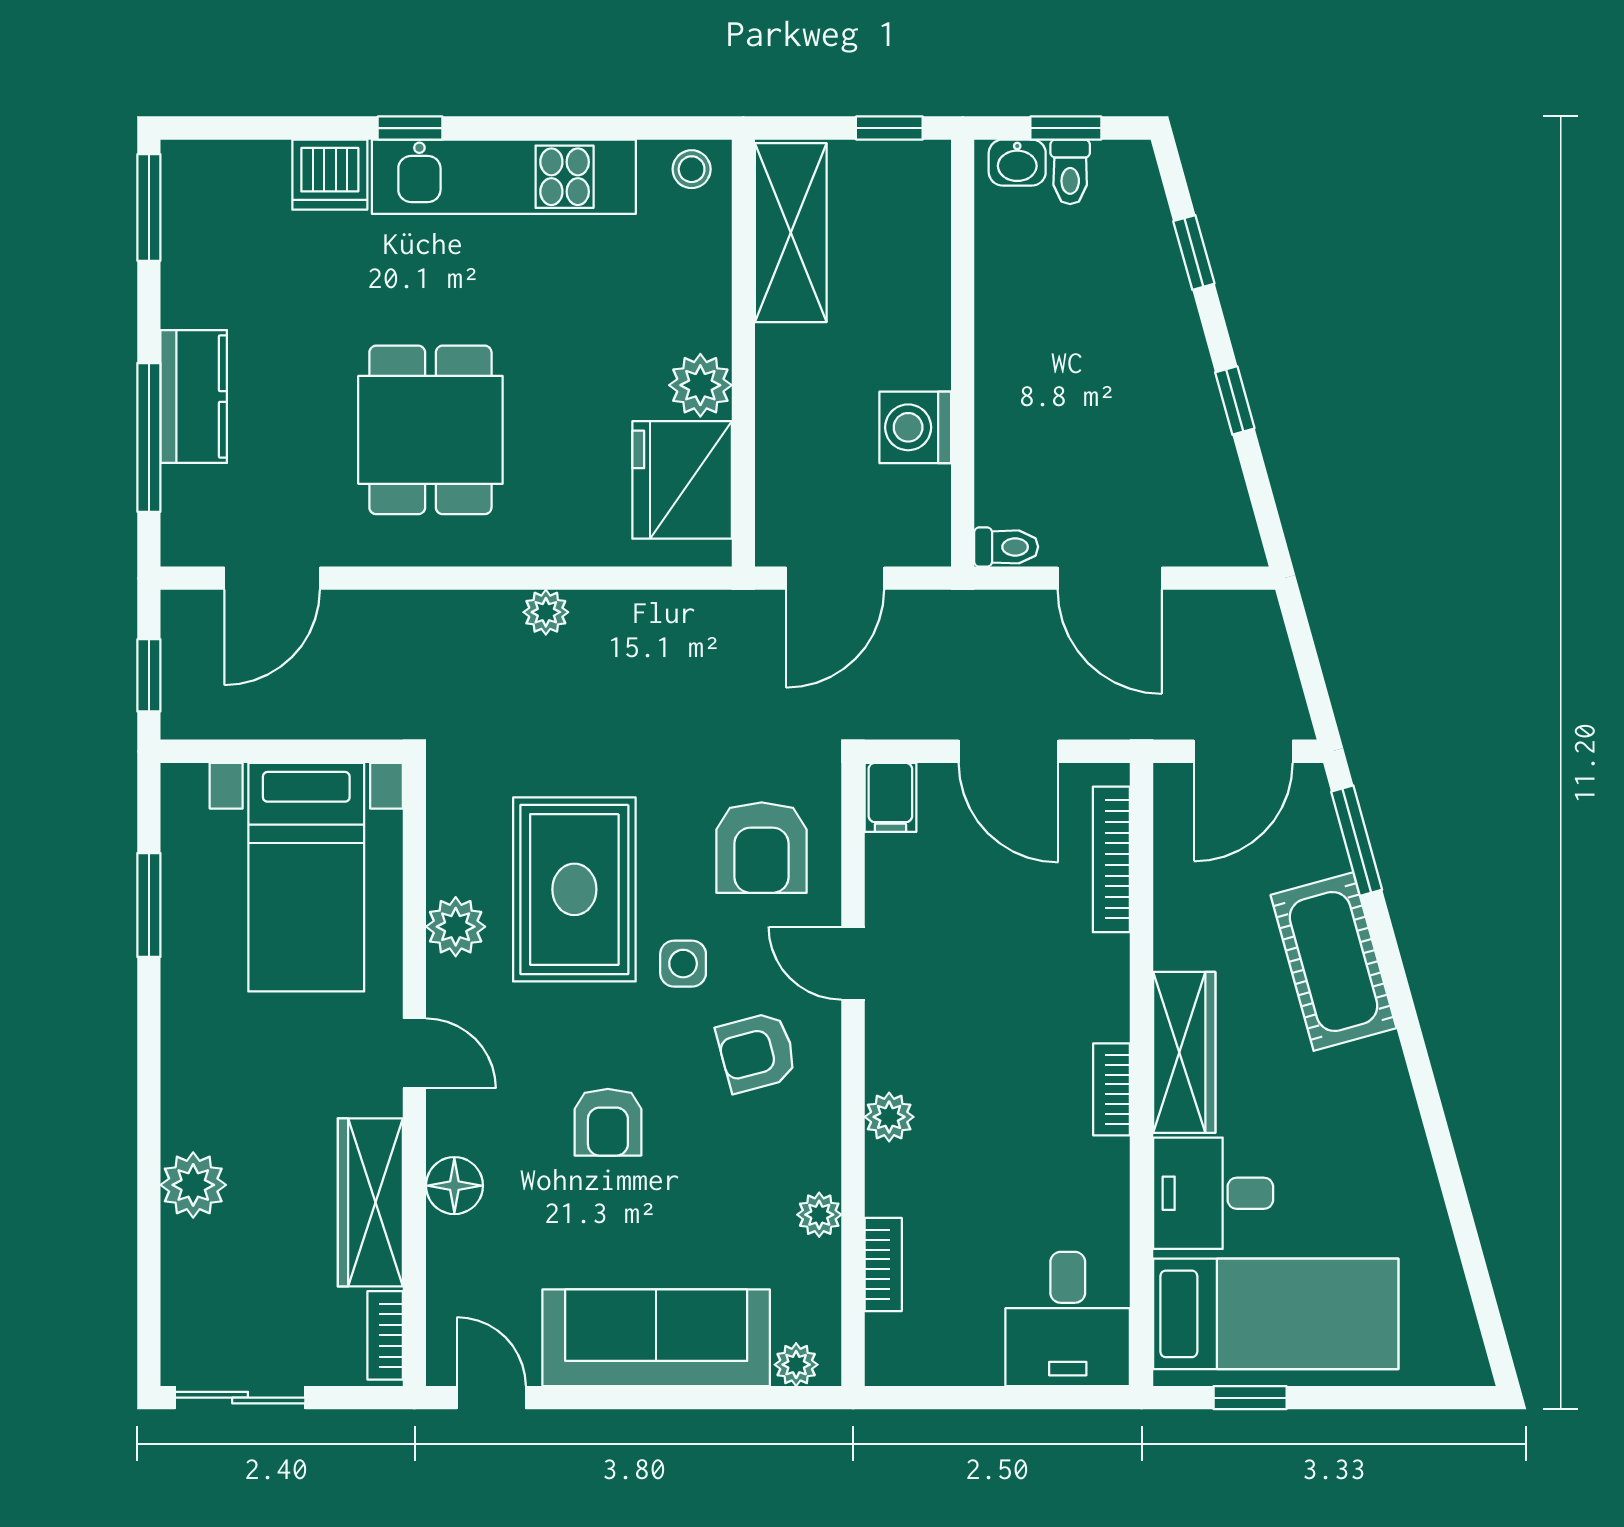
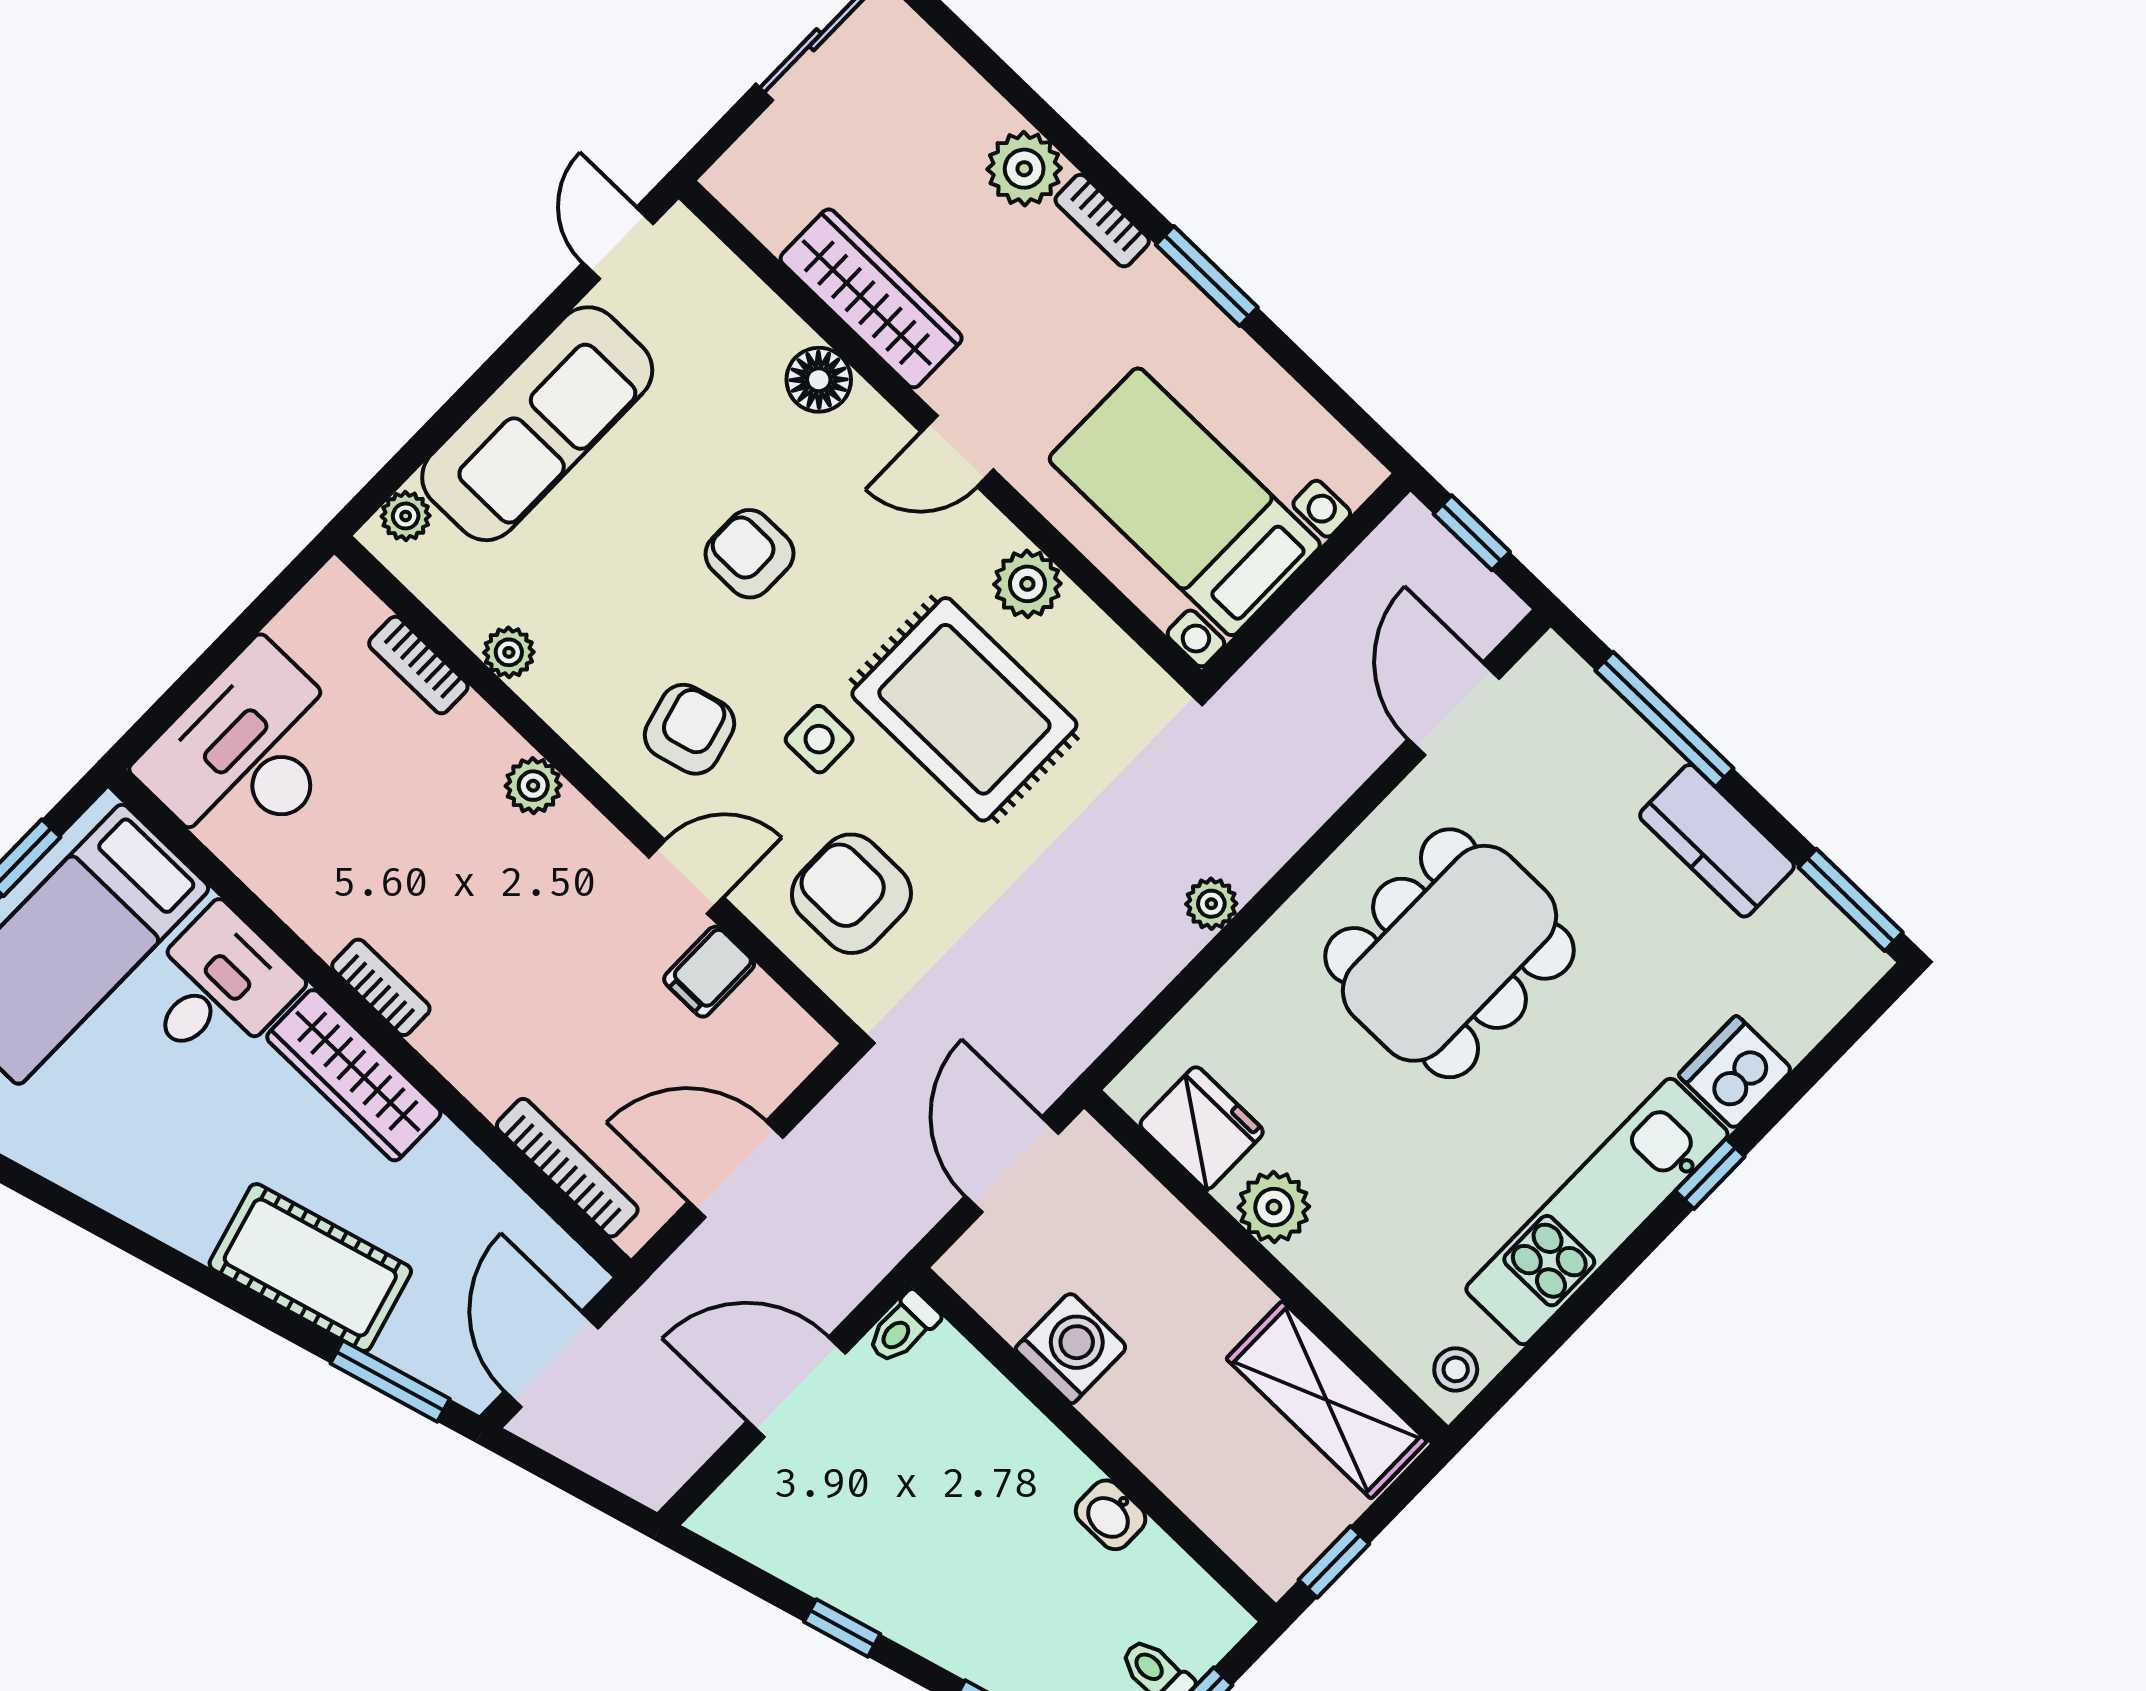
washbasin: (1017, 163) -> (1111, 1515), moved, turned -90
kitchen counter: (194, 396) -> (1717, 841), moved
dining table: (430, 430) -> (1450, 953), width x1.37
fridge: (682, 480) -> (1202, 1128), width x0.73, depth x0.75
filing cabinet: (890, 797) -> (709, 972), moved, turned -90
window: (149, 905) -> (1207, 276), moved
desk: (1068, 1319) -> (248, 753), width x1.37
bookcase: (385, 1335) -> (1102, 221), moved, turned 180
door: (491, 1398) -> (618, 243), swing flipped

